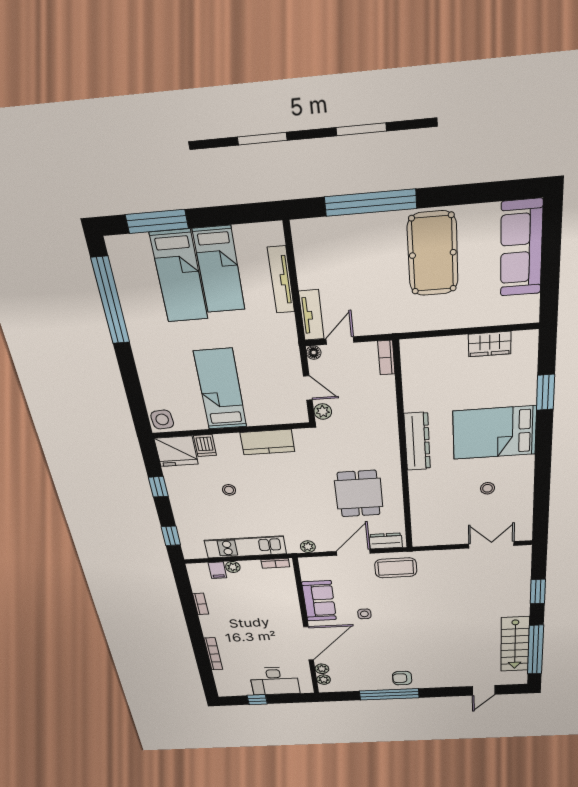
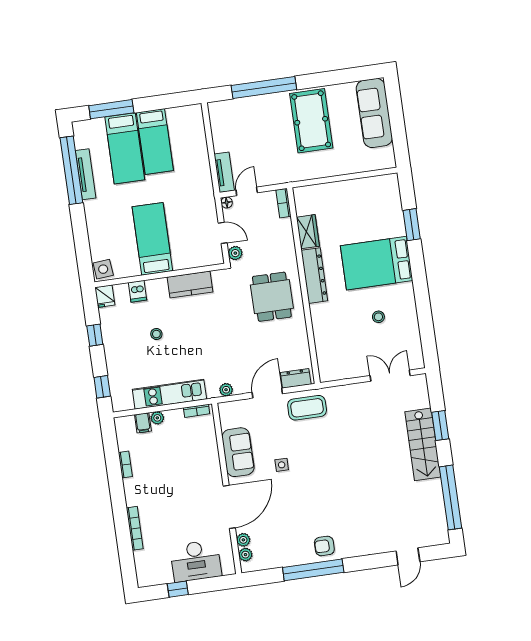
tv unit: (281, 280) -> (86, 174), moved, turned 180
wardrobe: (490, 344) -> (308, 232), moved, turned -90
fridge: (176, 451) -> (105, 296), width x0.53, depth x0.75
dining table: (359, 494) -> (272, 297), moved
stairs: (515, 644) -> (423, 444), moved

